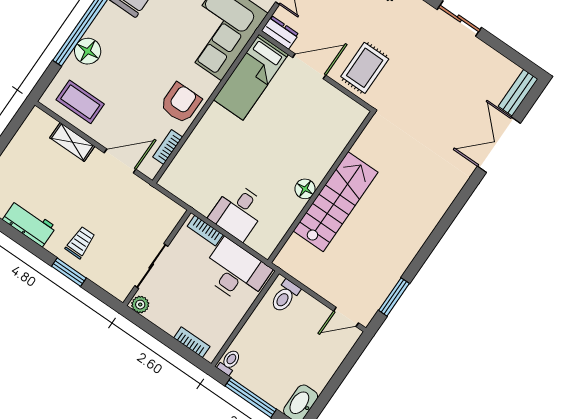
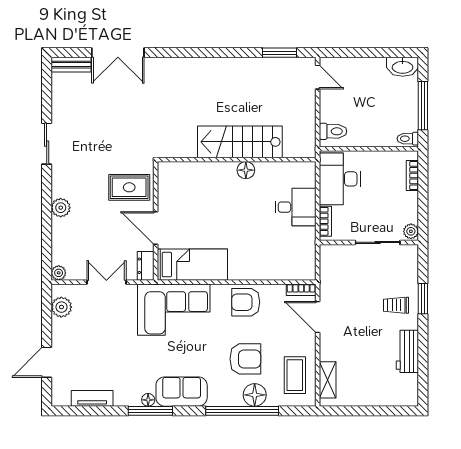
armchair: (128, 66) -> (245, 359), added
shelving: (72, 142) -> (328, 380), moved
bookcase: (168, 147) -> (301, 290), moved

